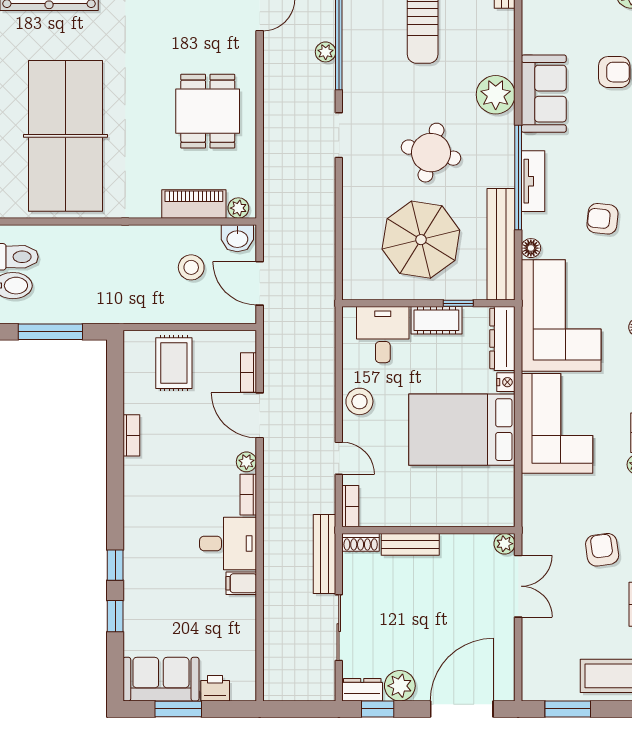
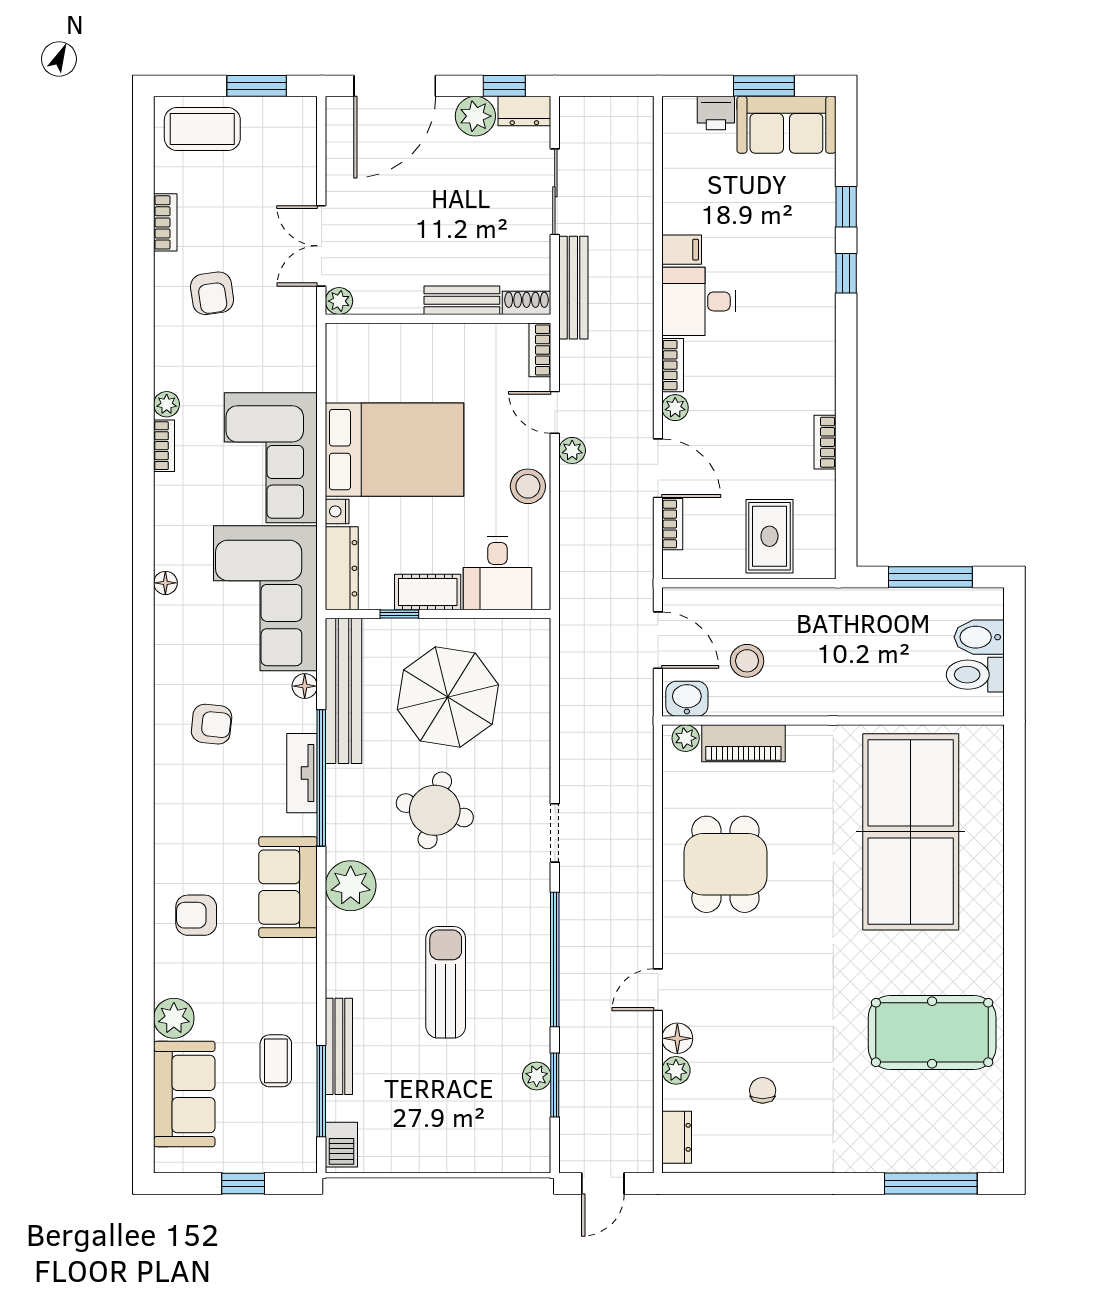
plant: (326, 52) -> (572, 450), moved

